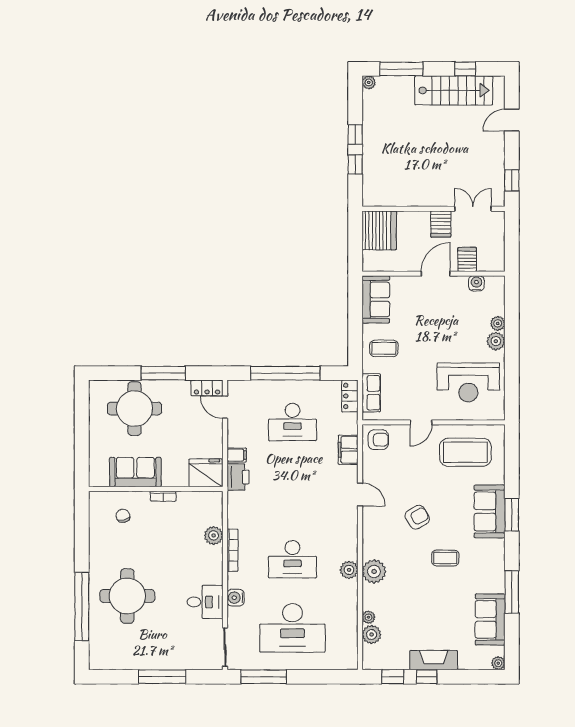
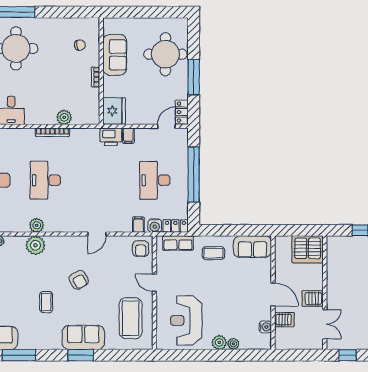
coffee table: (384, 348) -> (213, 253), turned 90
filing cabinet: (348, 450) -> (138, 225), width x0.50
water cooler: (236, 598) -> (155, 226), moved, turned 180

